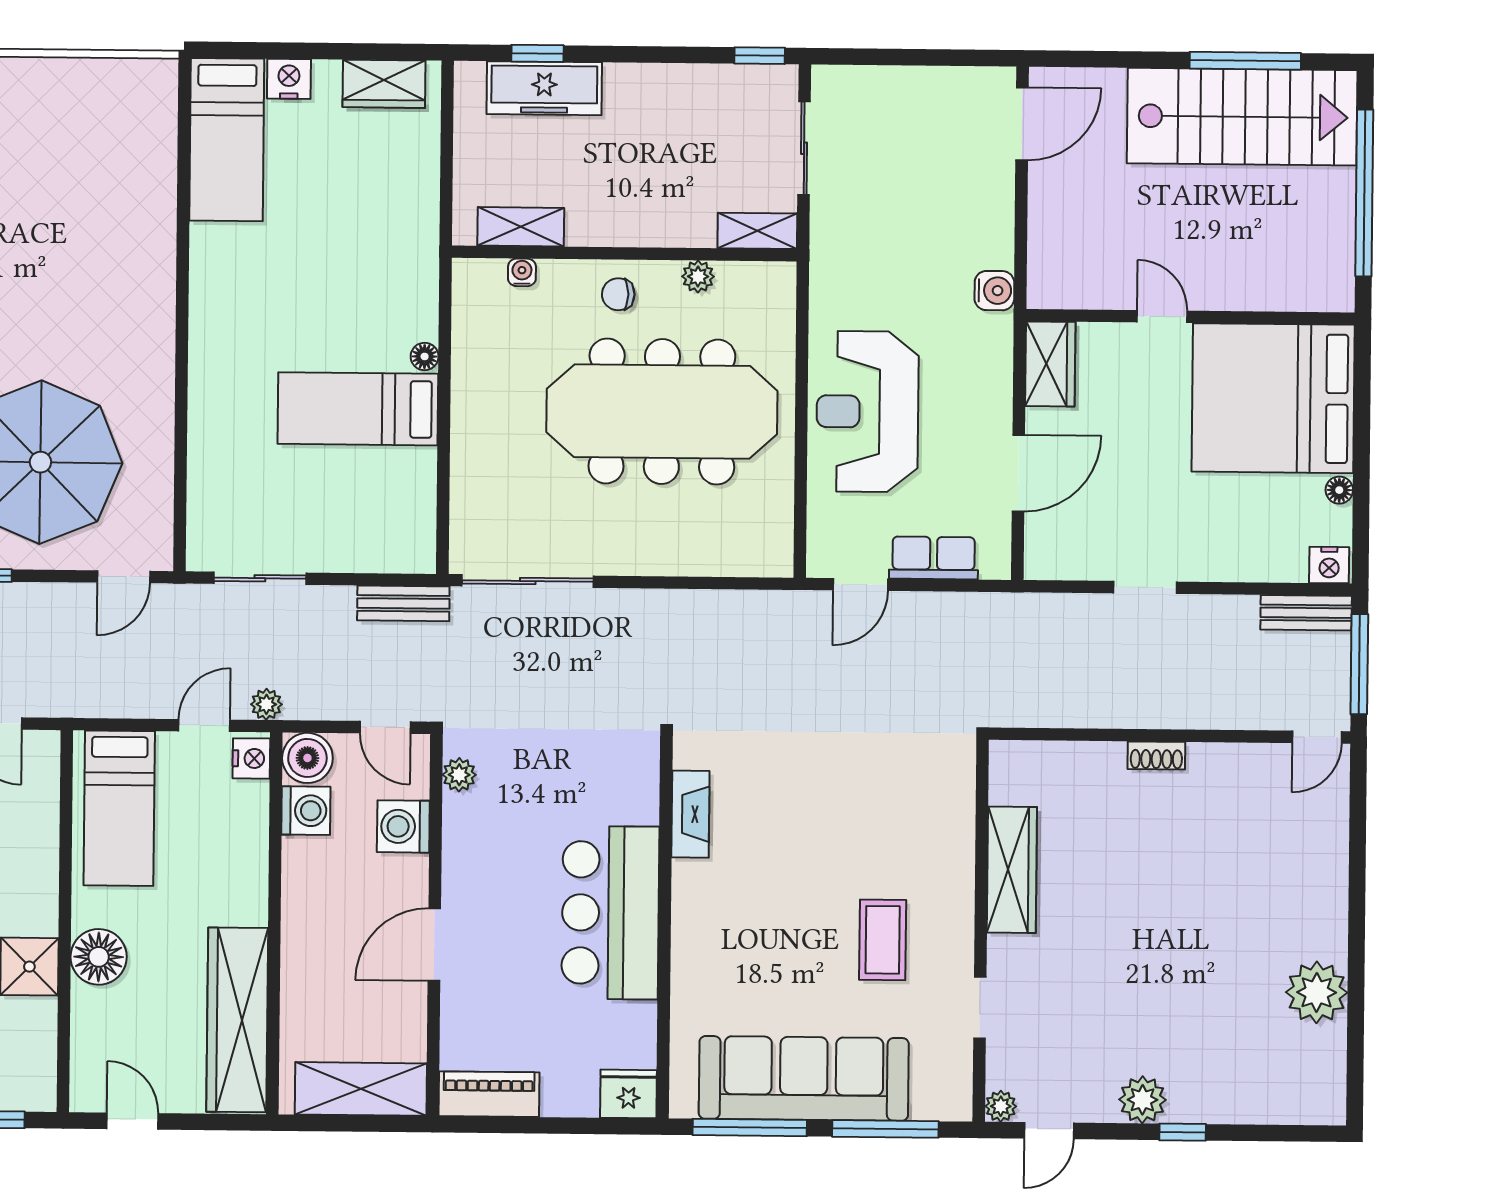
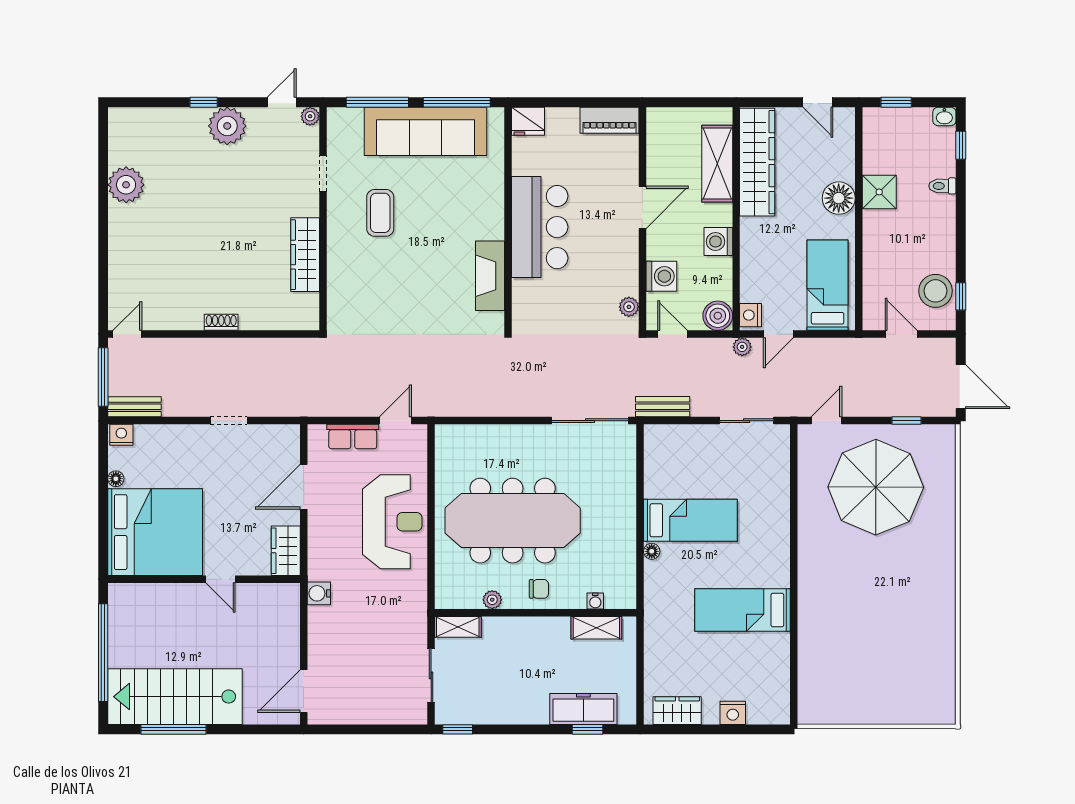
bed: (227, 140) -> (743, 610), moved, turned -90
washing machine: (306, 811) -> (718, 241), moved
fireplace: (690, 814) -> (490, 276), width x1.37, depth x1.32
shelving: (361, 1089) -> (717, 164), moved, turned 90
plant: (1142, 1100) -> (227, 126), width x1.36, depth x1.36

